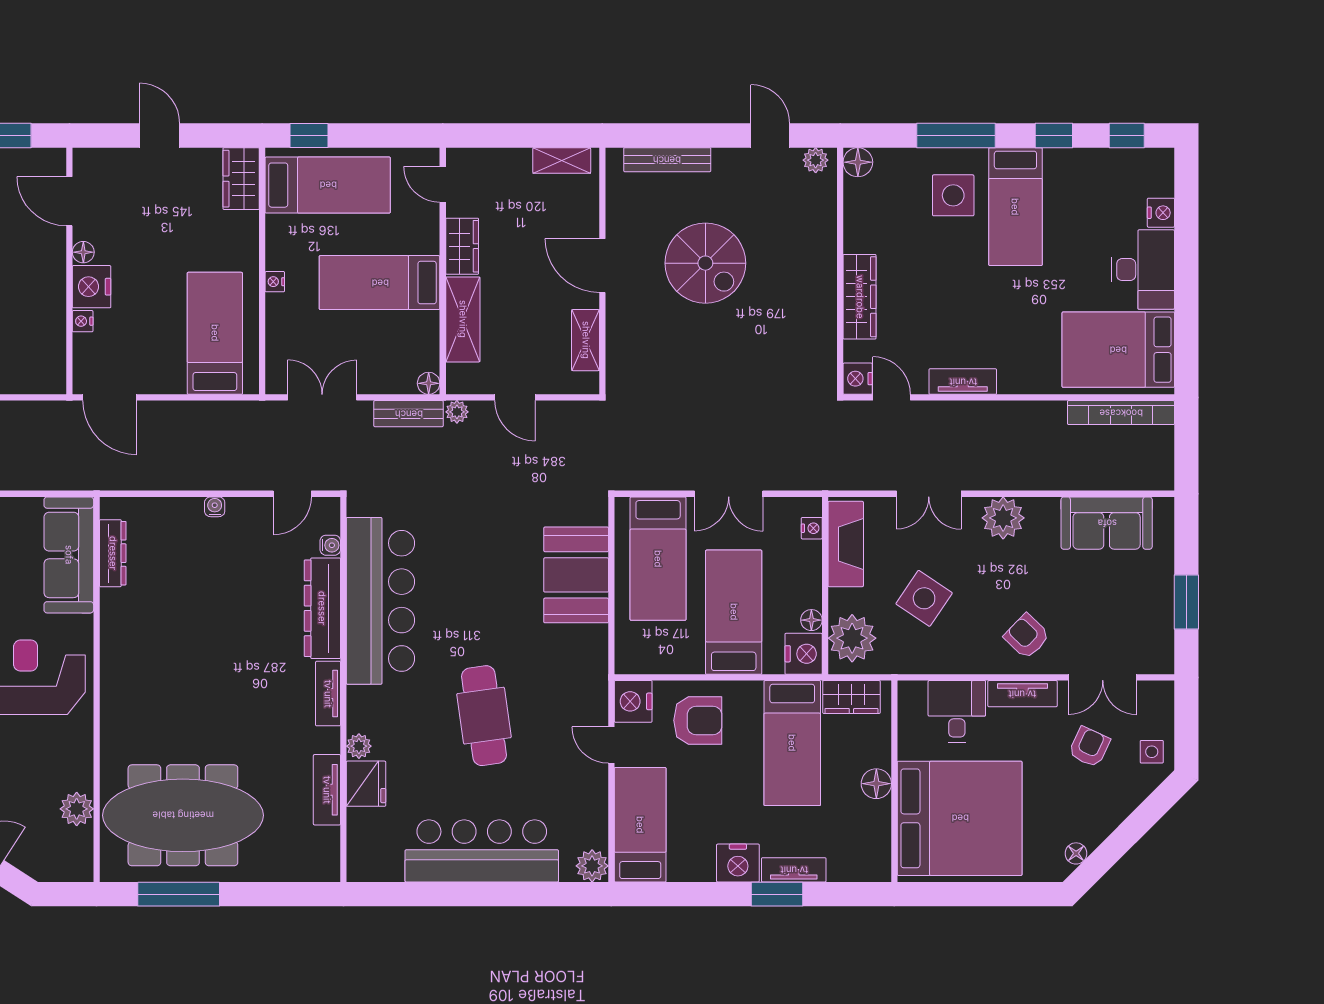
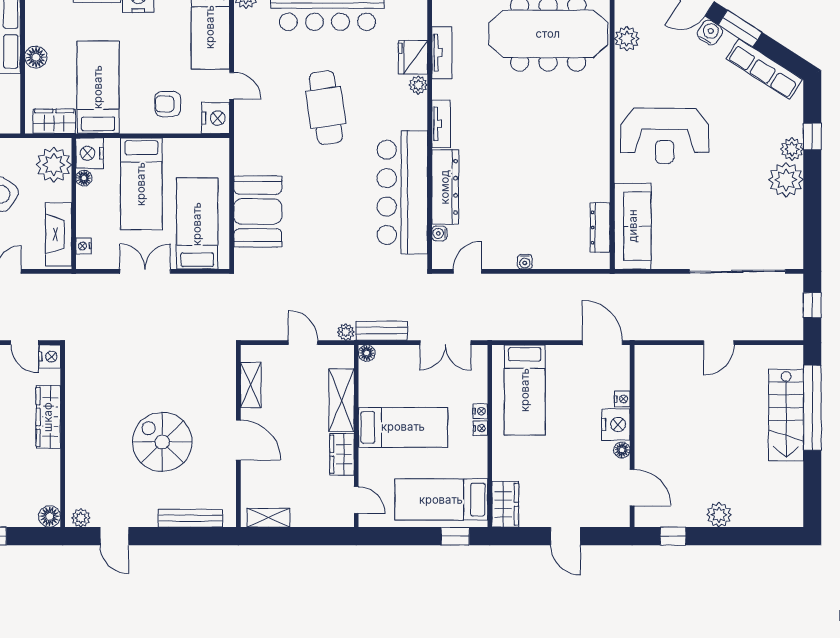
nightstand: (275, 305) -> (480, 411), added
armchair: (698, 720) -> (168, 104), width x0.72, depth x0.72

